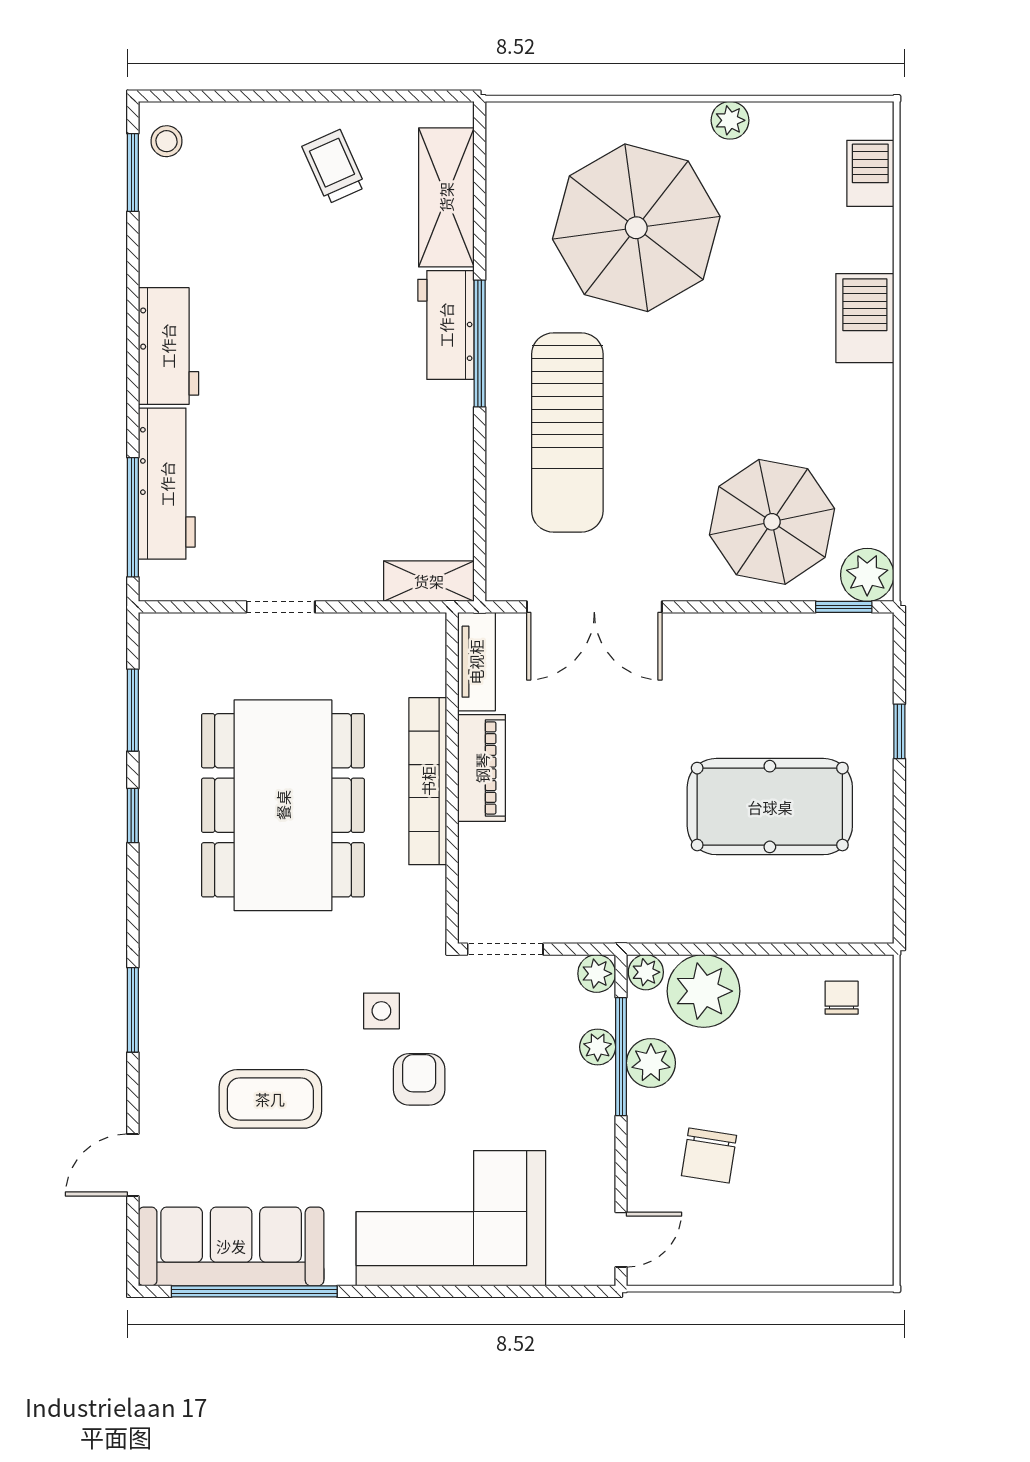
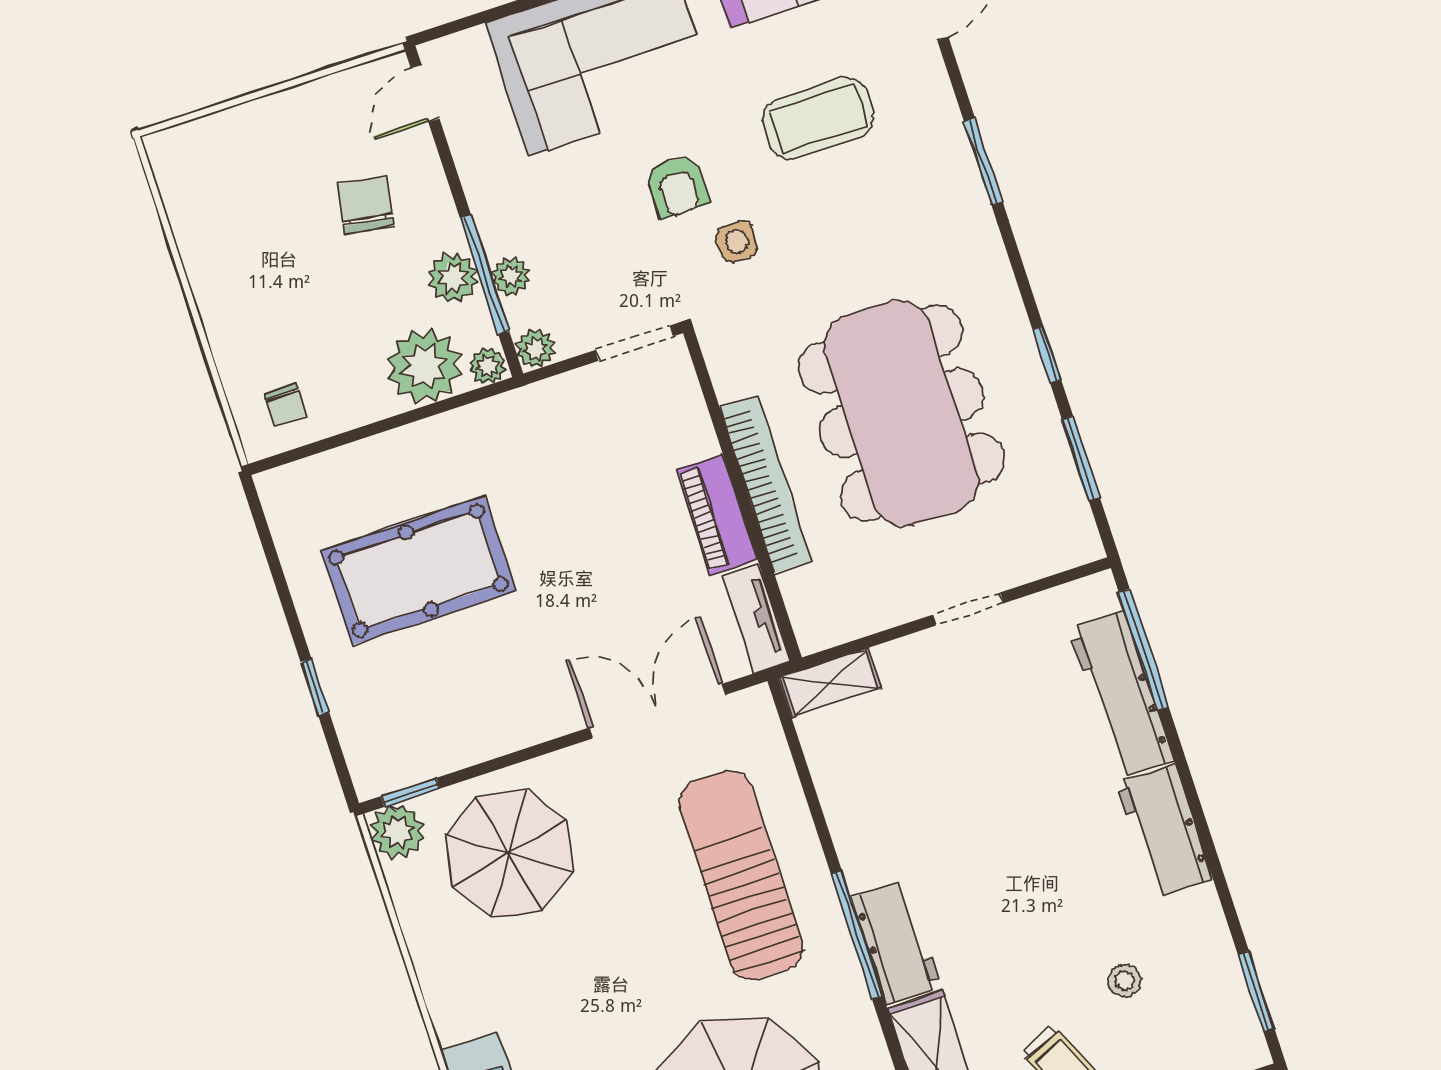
stool: (166, 141) -> (1125, 981), moved

